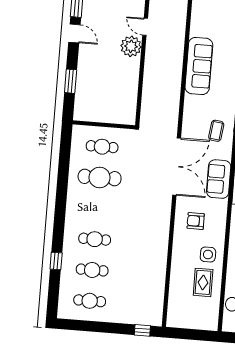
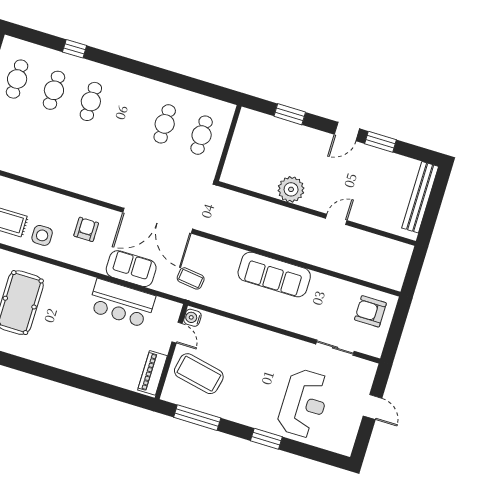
plant: (131, 46) -> (291, 189), moved
cafe table: (100, 178) -> (165, 124), width x0.73, depth x0.74

